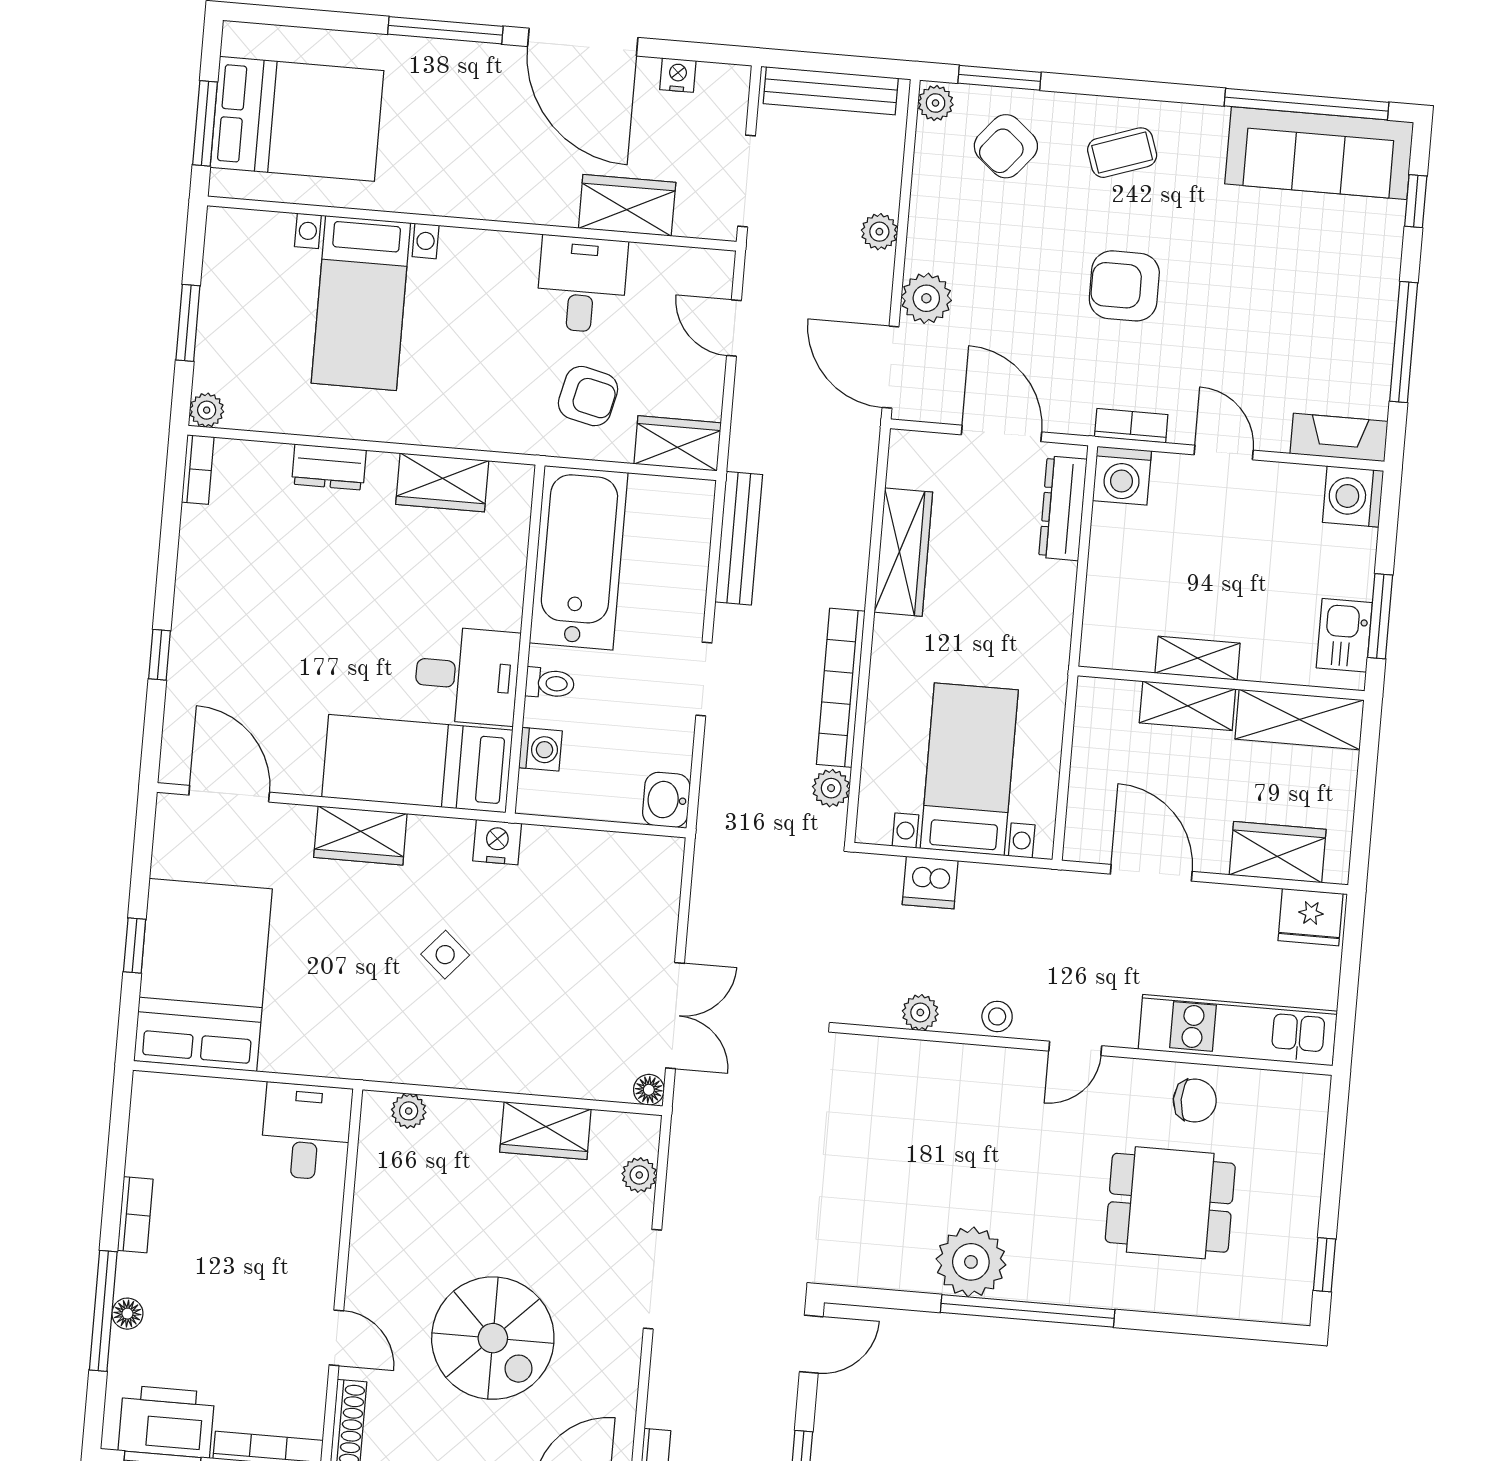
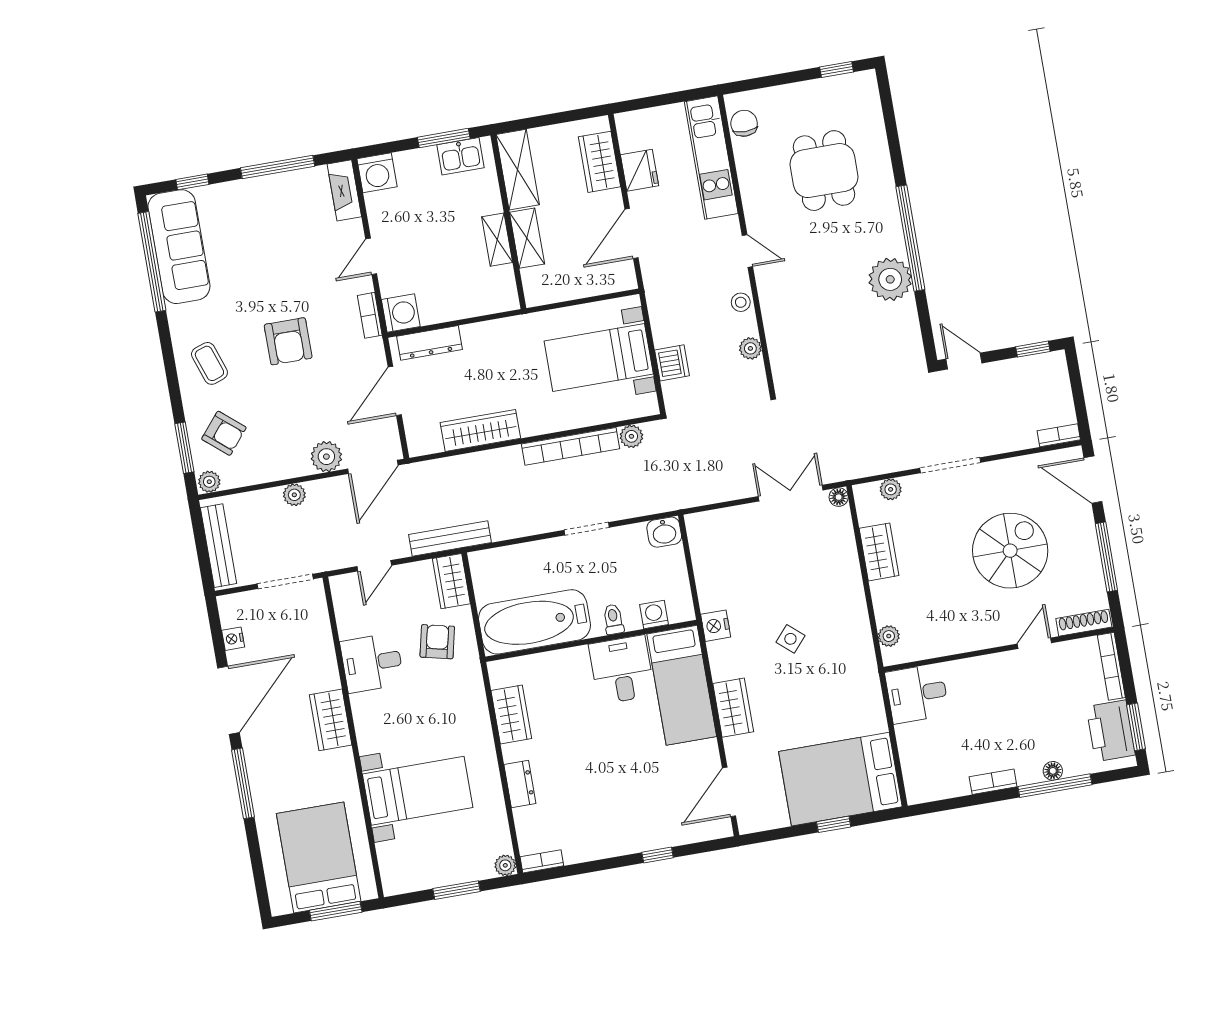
wardrobe: (627, 205) -> (331, 720), moved
bench: (739, 538) -> (450, 538), moved
fridge: (1311, 917) -> (640, 170), moved
chair: (1195, 1101) -> (744, 123), moved

